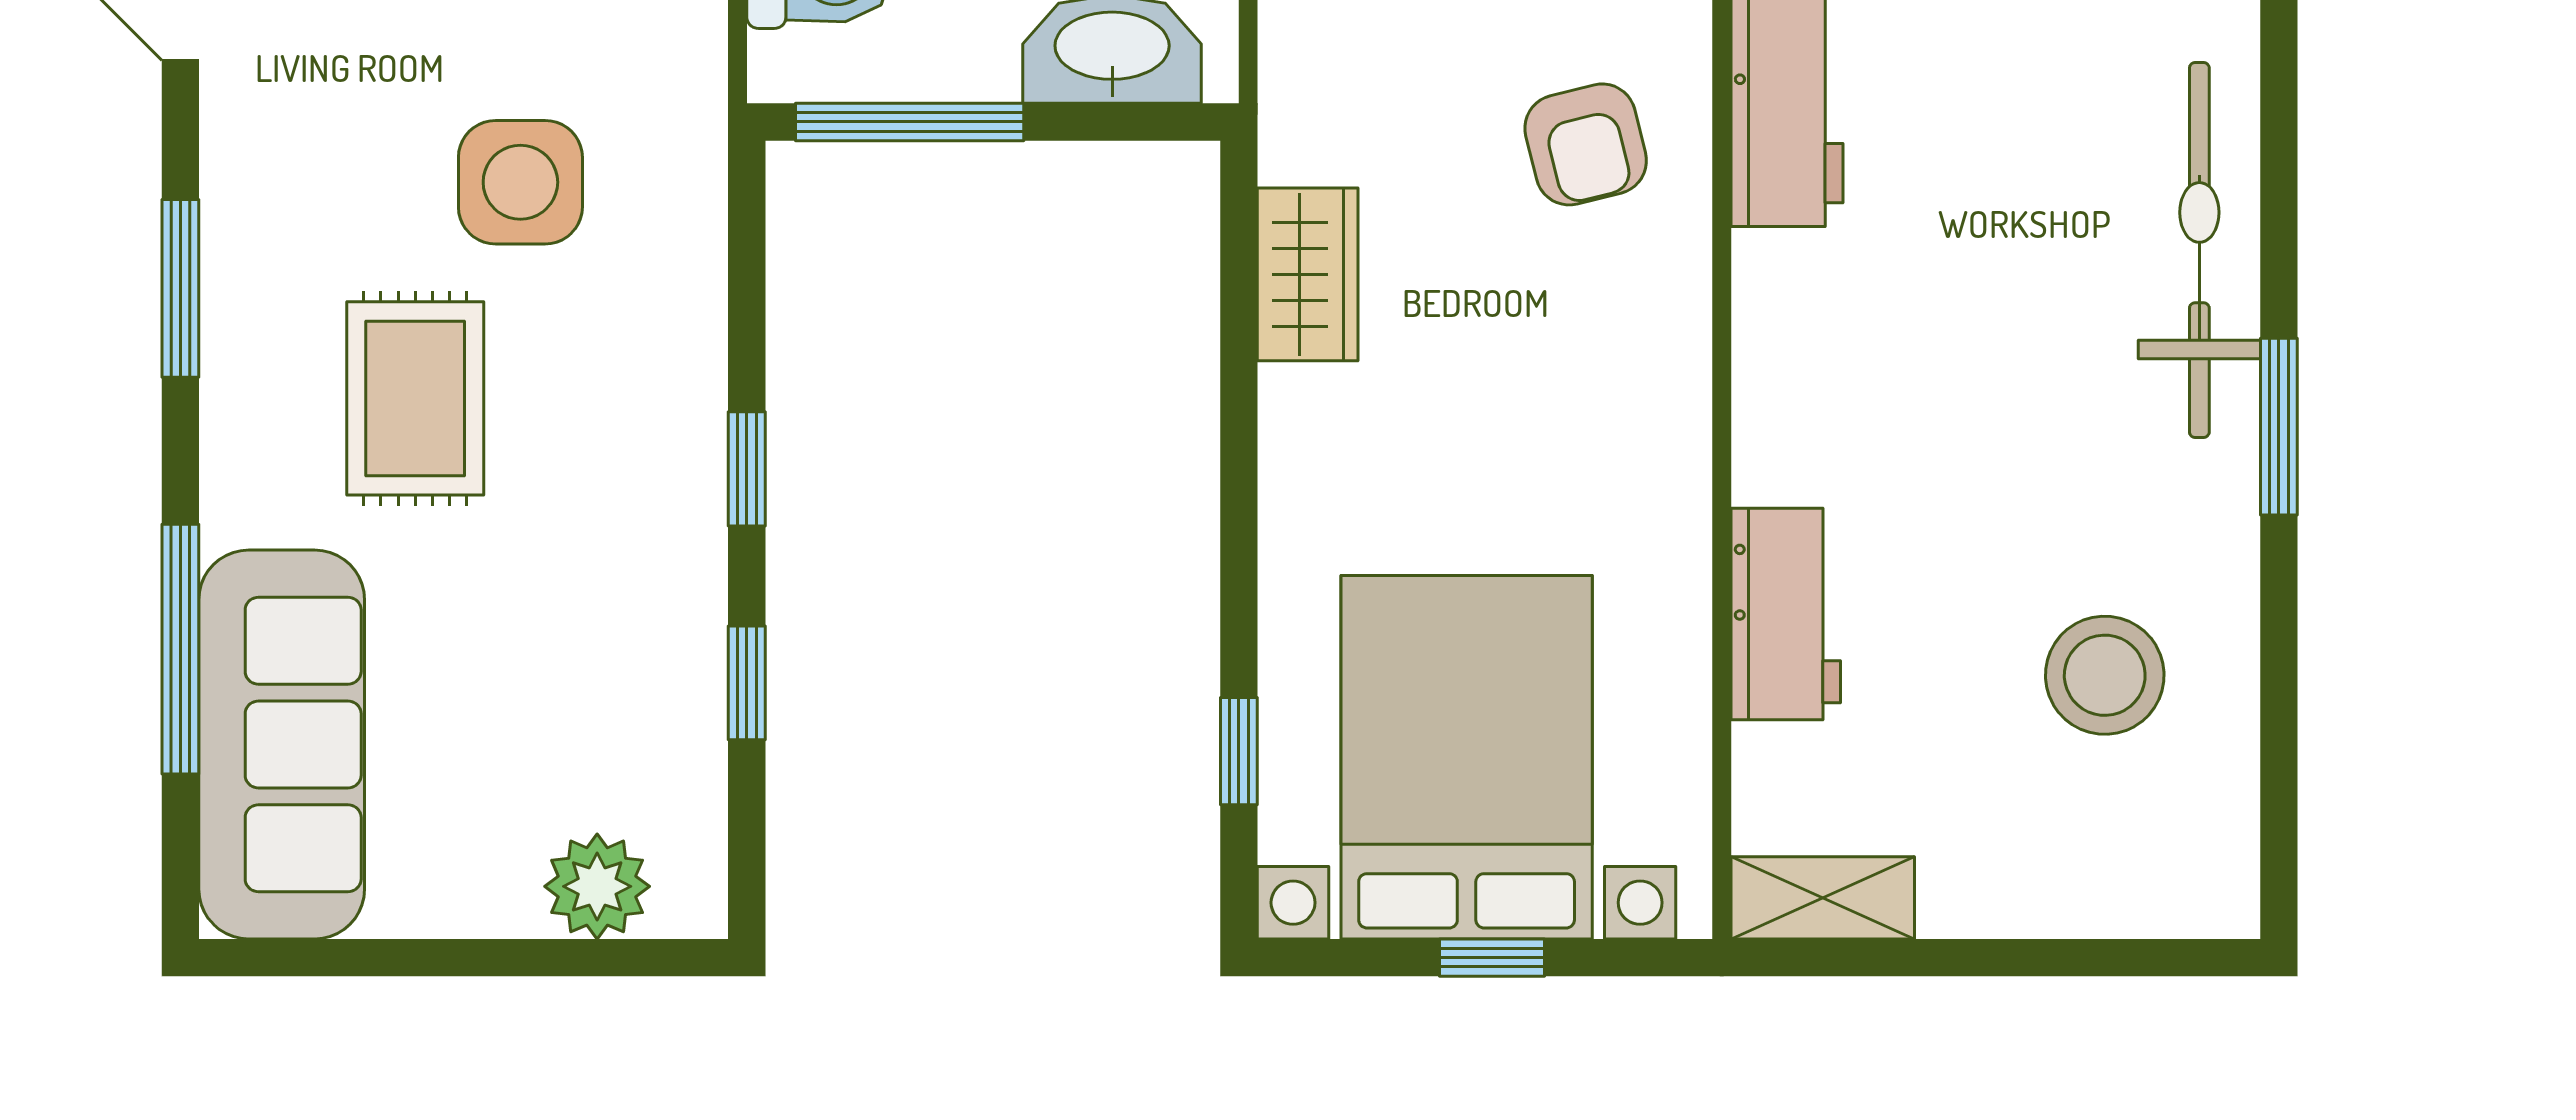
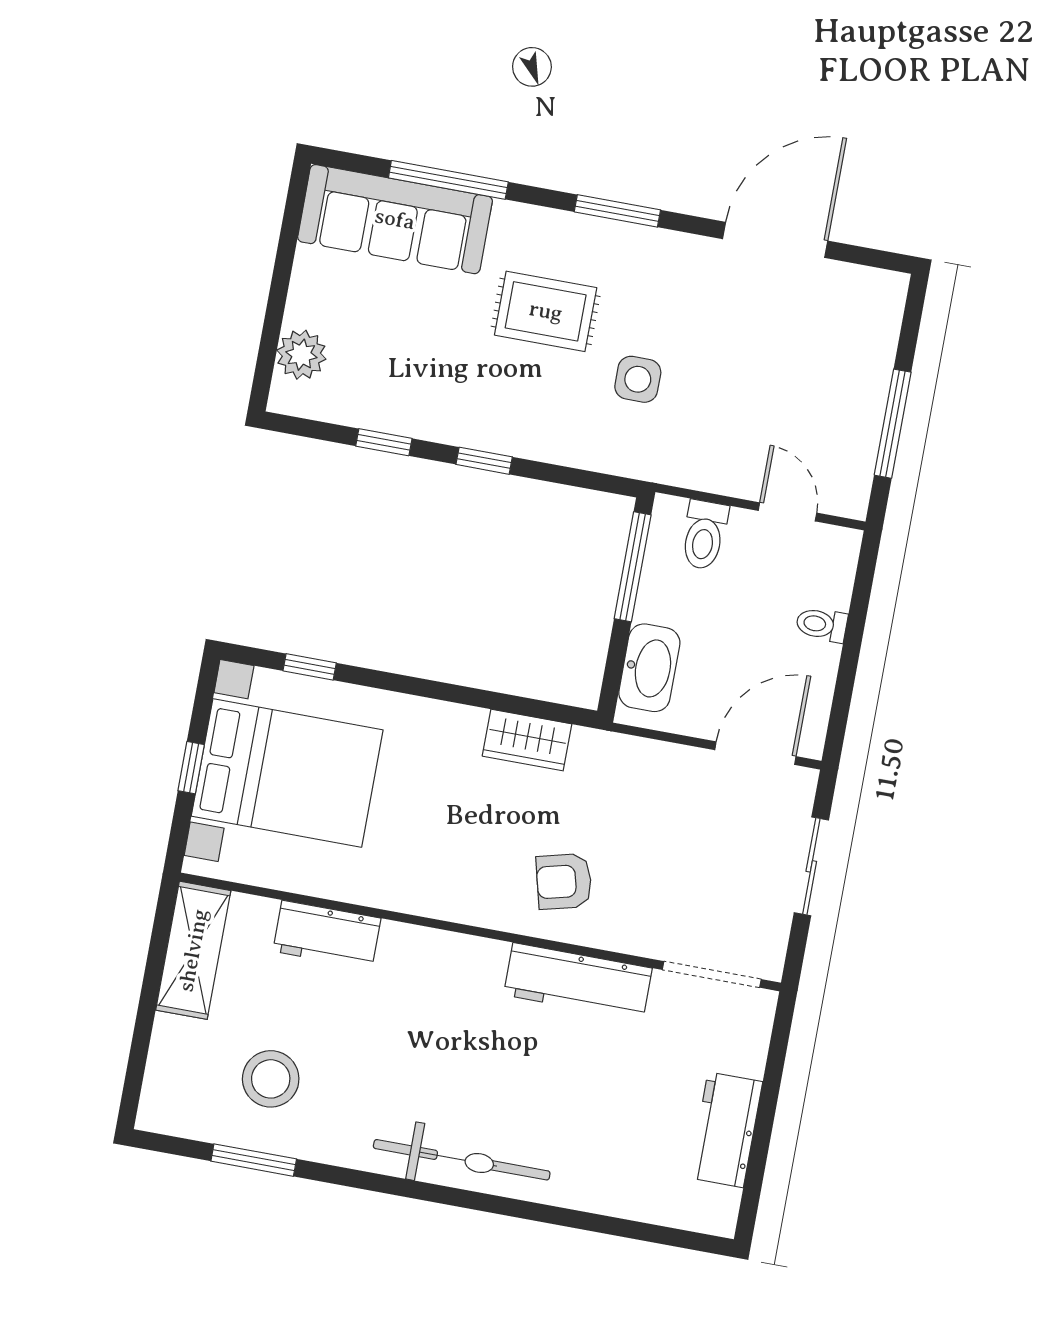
side table: (520, 182) -> (638, 379), width x0.73, depth x0.73
window: (2279, 427) -> (254, 1160), moved
shelving: (1823, 898) -> (193, 950), width x1.50, depth x1.33

